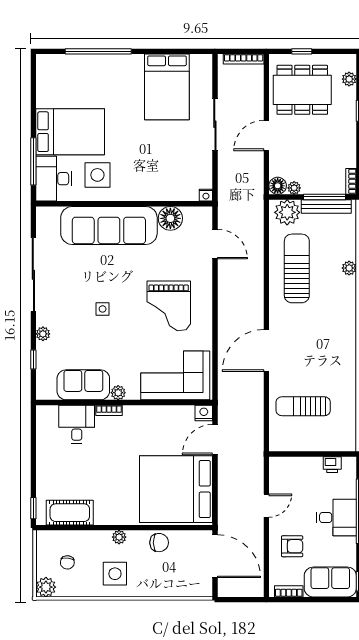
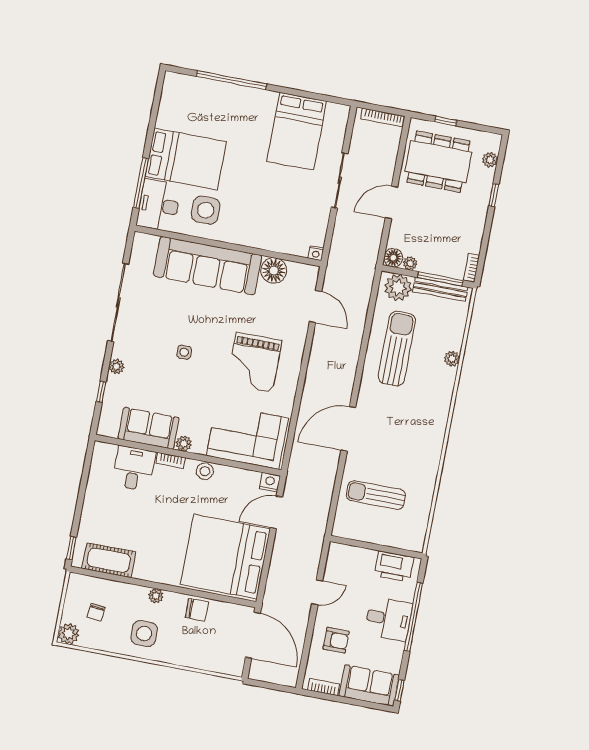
stool: (142, 414) -> (205, 471), added
printer: (332, 465) -> (394, 566), width x1.87, depth x1.48

